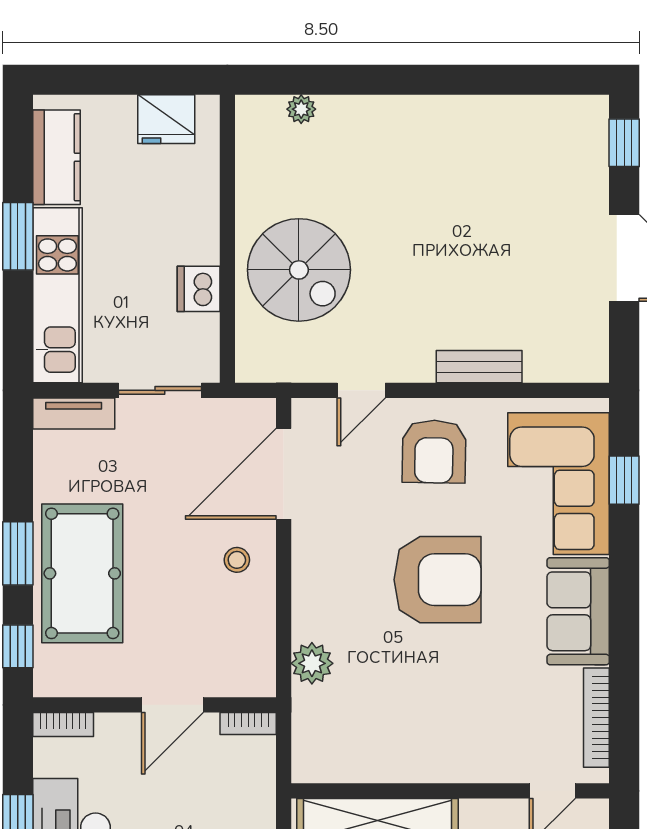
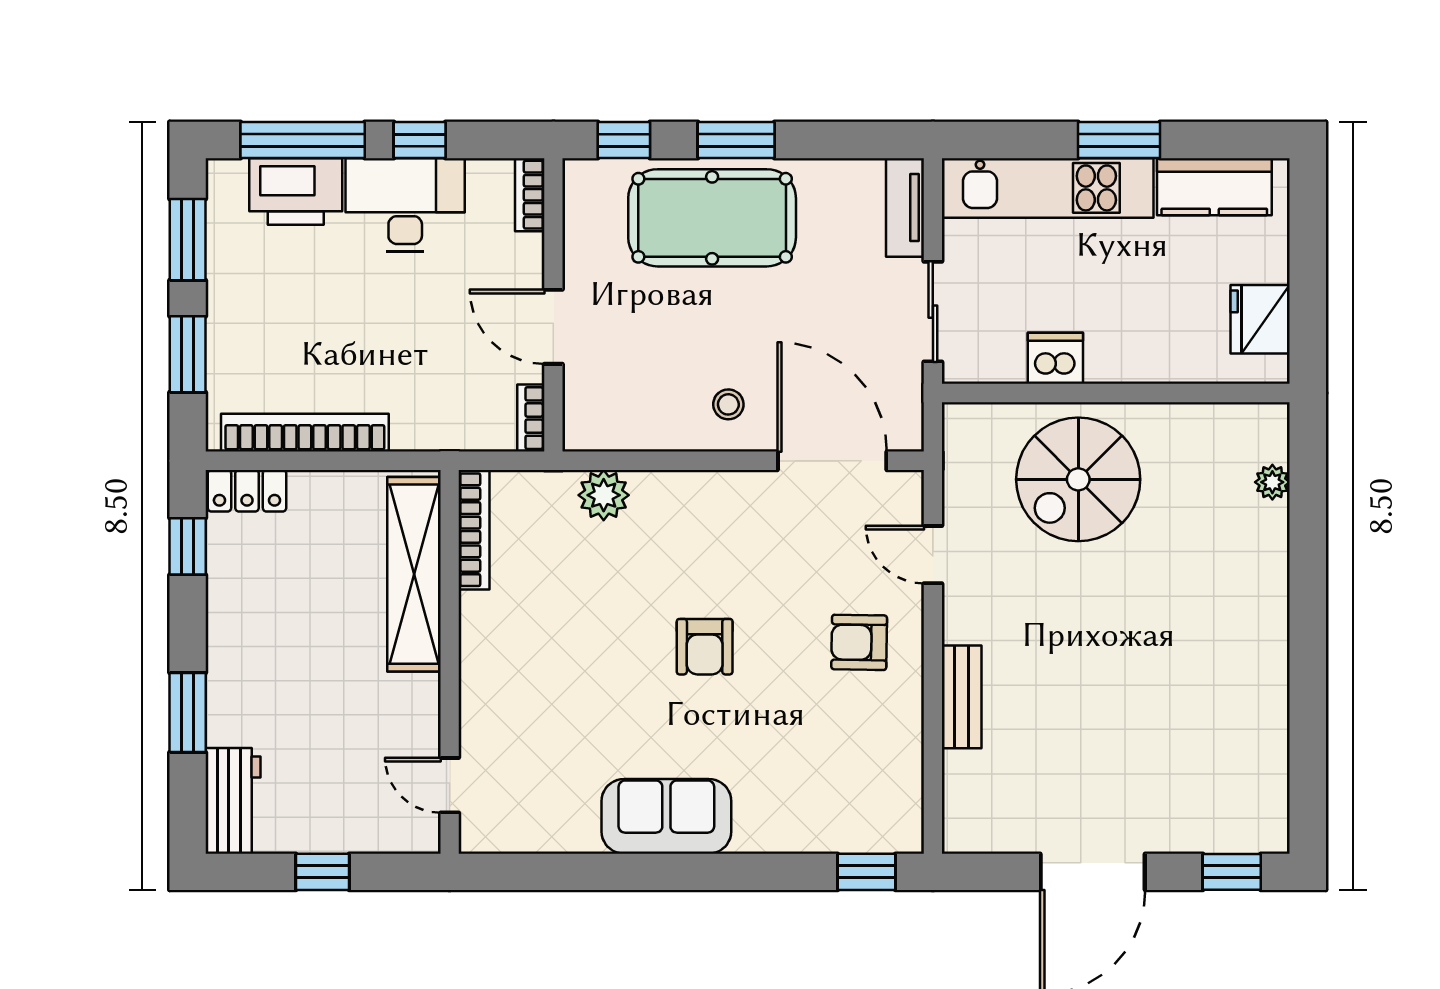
armchair: (434, 452) -> (859, 642), width x0.72, depth x0.72
window: (624, 480) -> (866, 872), moved
corner sofa: (559, 484) -> (820, 793), removed
armchair: (438, 580) -> (705, 647), width x0.53, depth x0.53
bookcase: (596, 718) -> (474, 530), moved, turned 90

